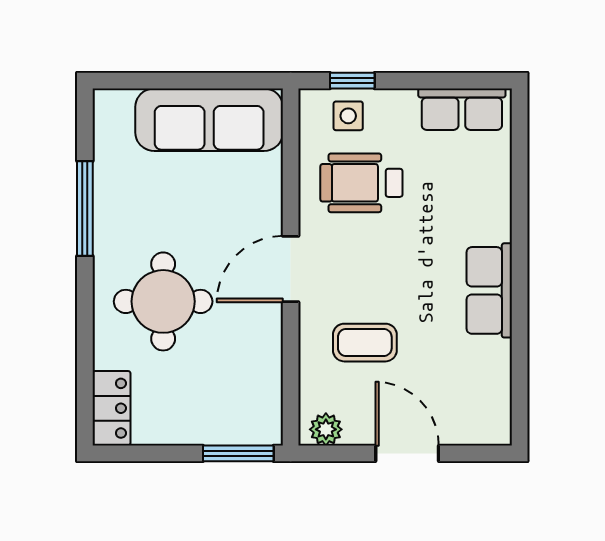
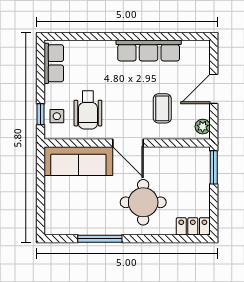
sofa: (209, 120) -> (78, 161), moved, turned 90
row of seats: (489, 290) -> (149, 51), width x1.48

